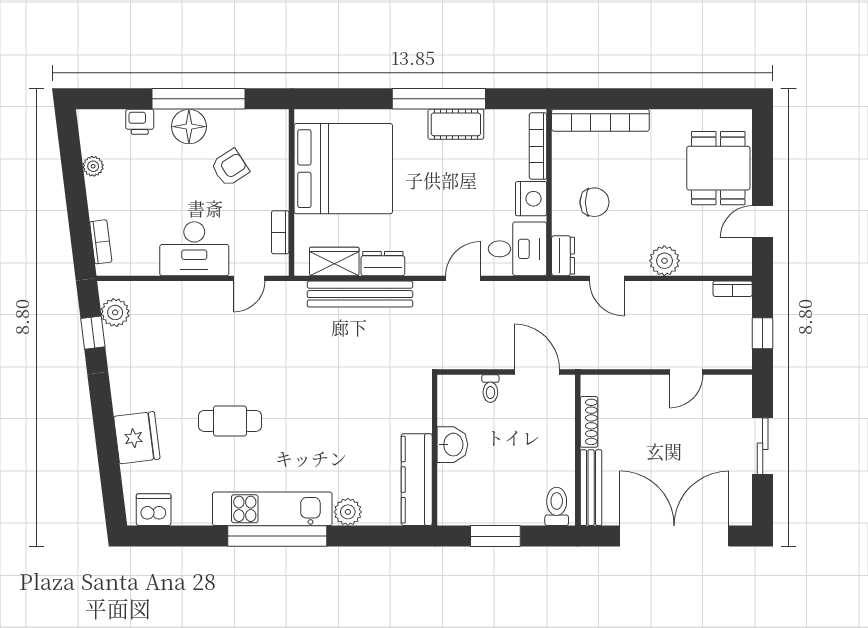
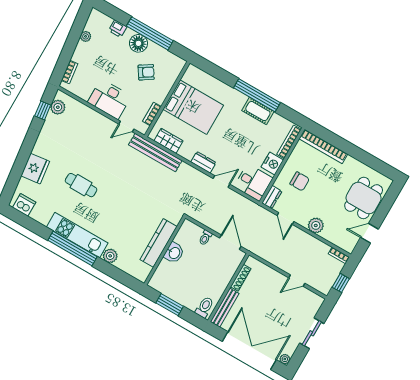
bed: (343, 169) -> (193, 107), width x0.73
dresser: (383, 264) -> (203, 162), moved
bench: (360, 294) -> (155, 153), moved
kitchen counter: (417, 480) -> (158, 243), moved
plant: (742, 516) -> (285, 359), added

